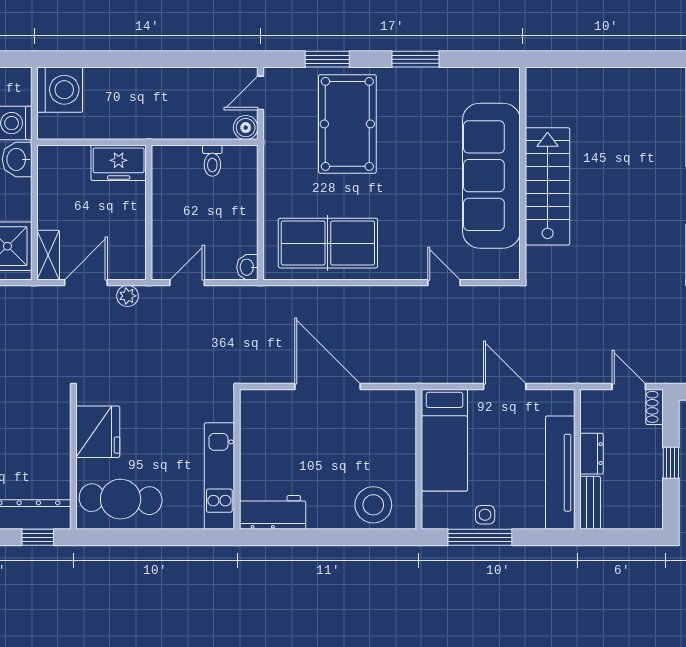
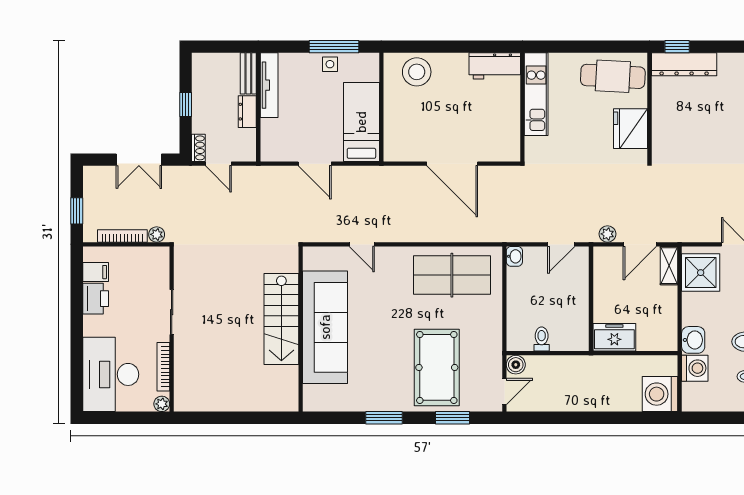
tv unit: (560, 473) -> (269, 85), width x0.73, depth x0.78

